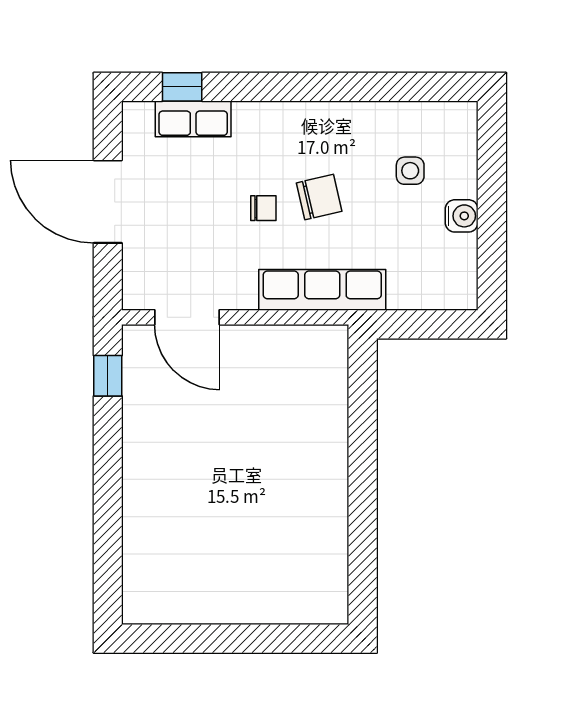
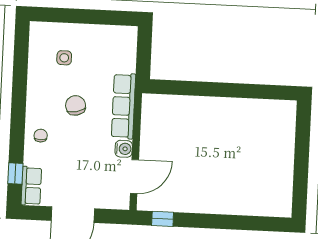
row of seats: (193, 119) -> (31, 186), moved
chair: (263, 208) -> (41, 136), moved
water cooler: (462, 216) -> (124, 149), moved, turned 90

